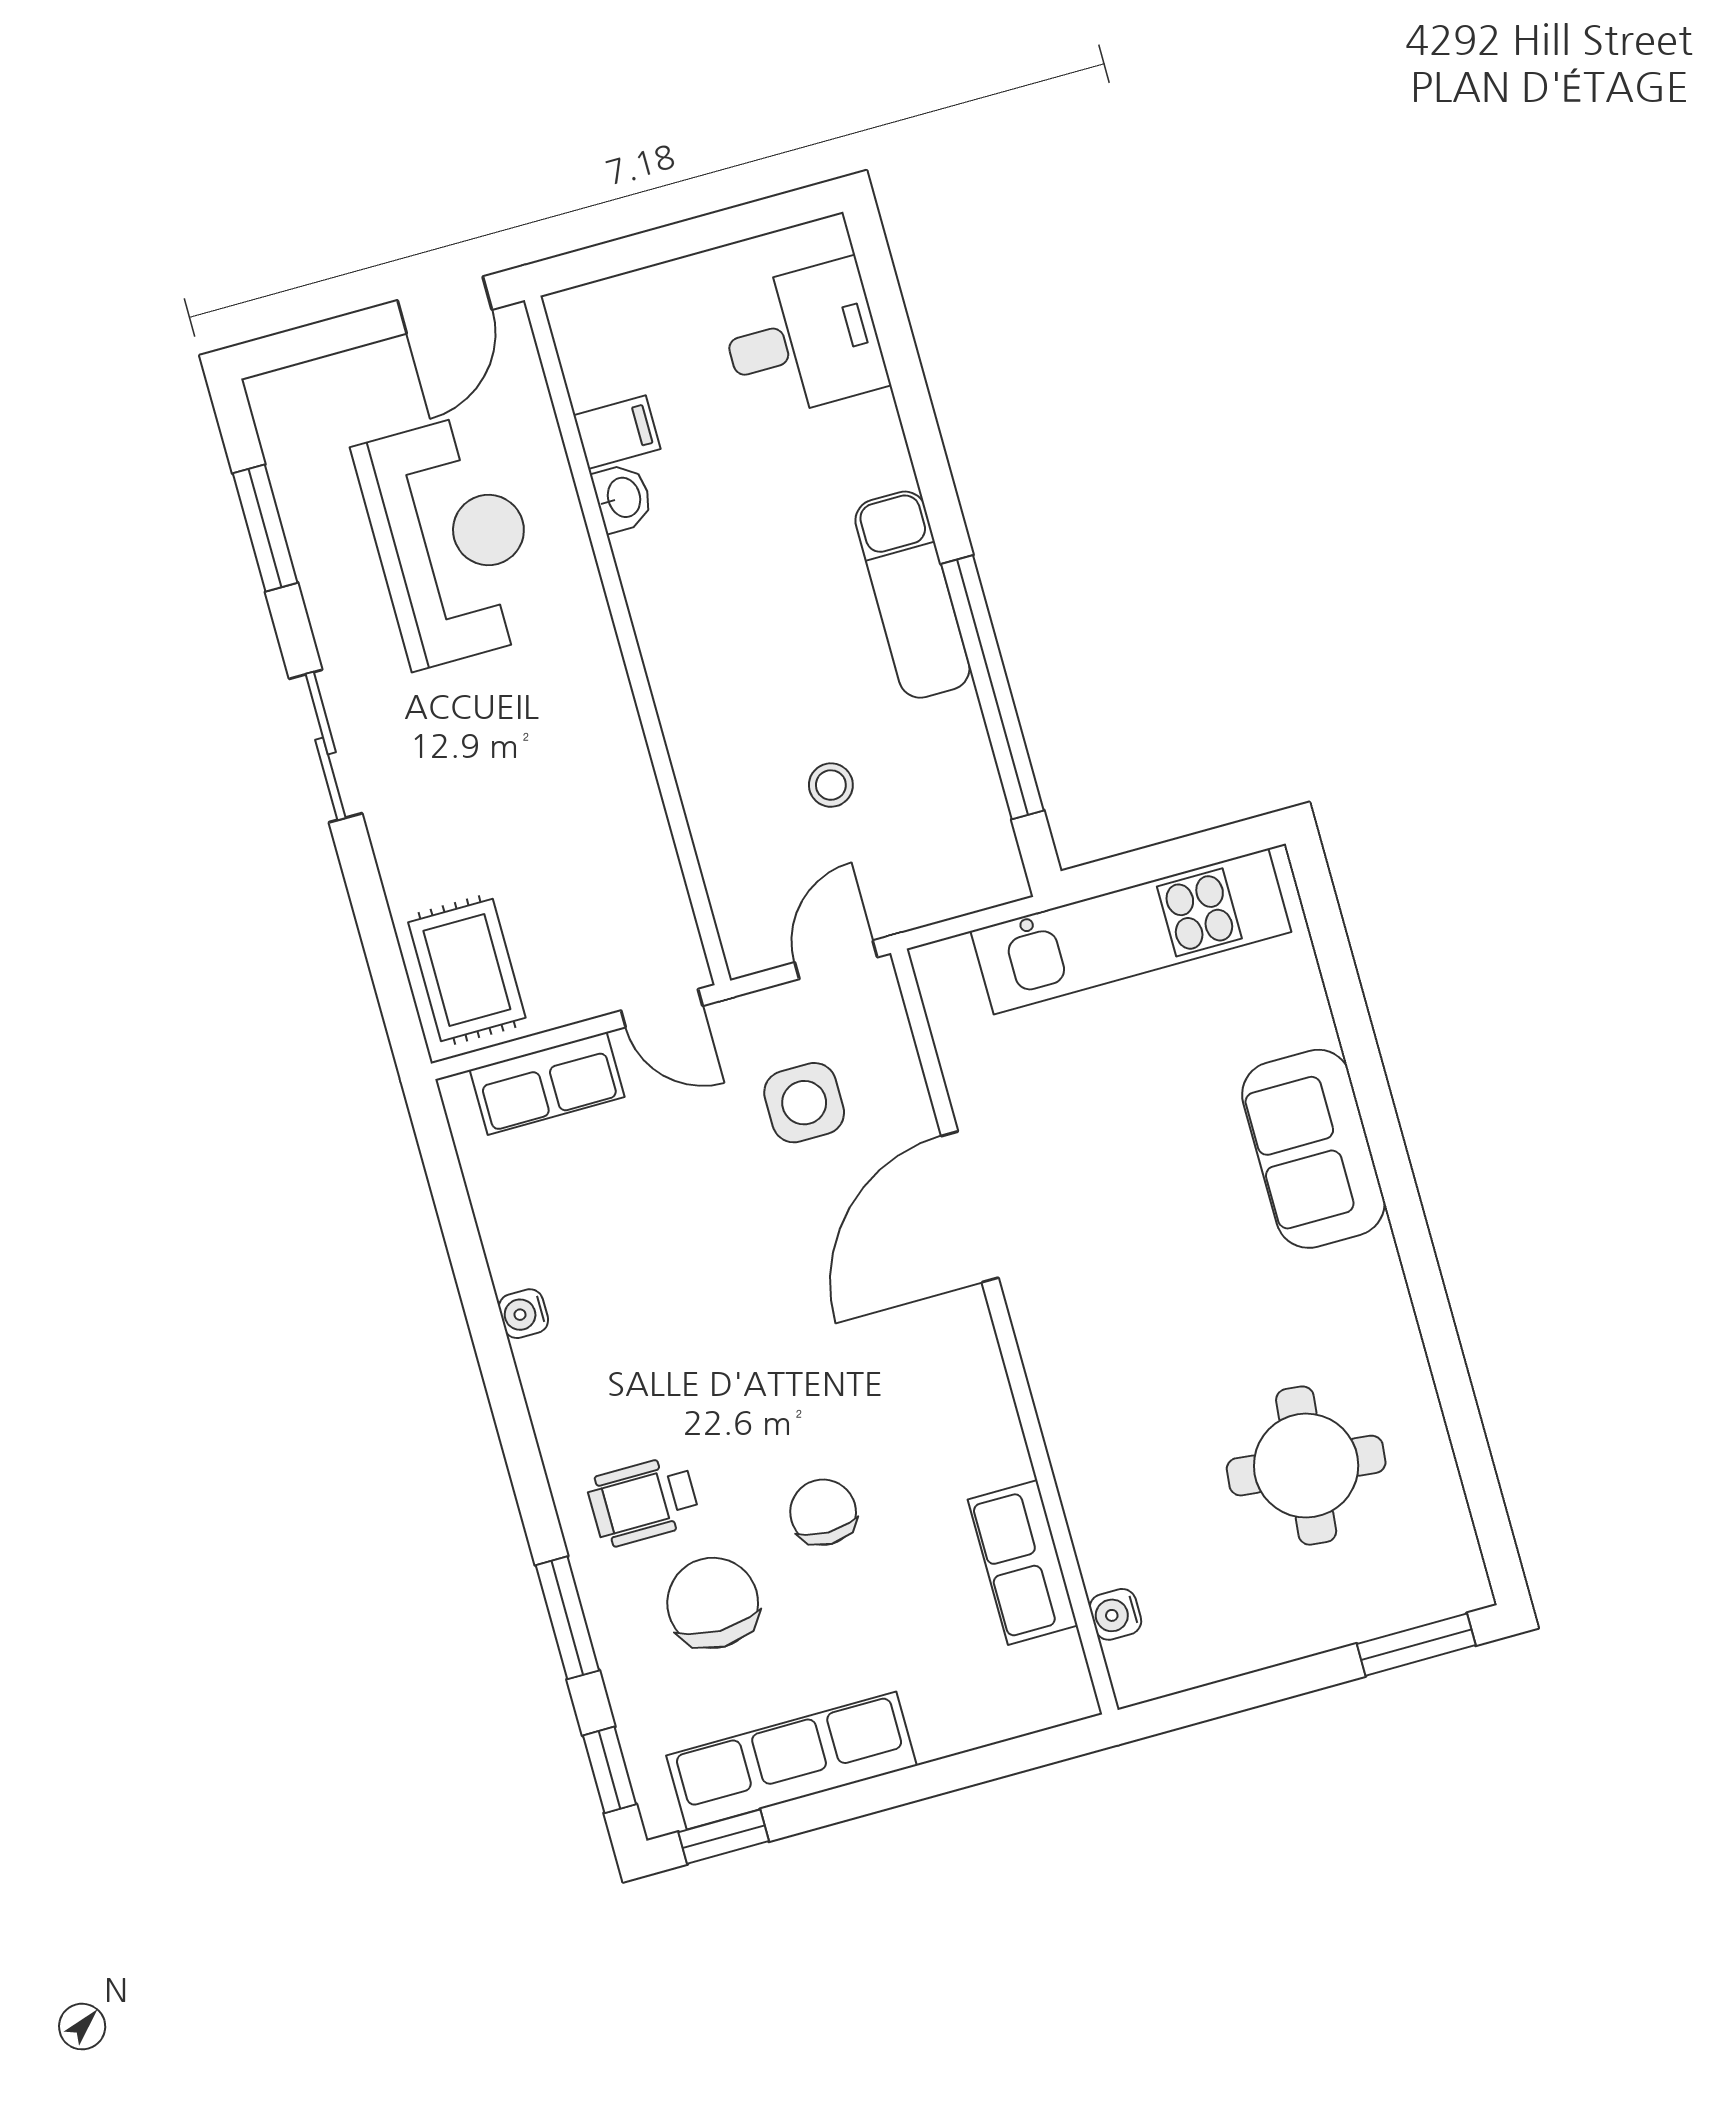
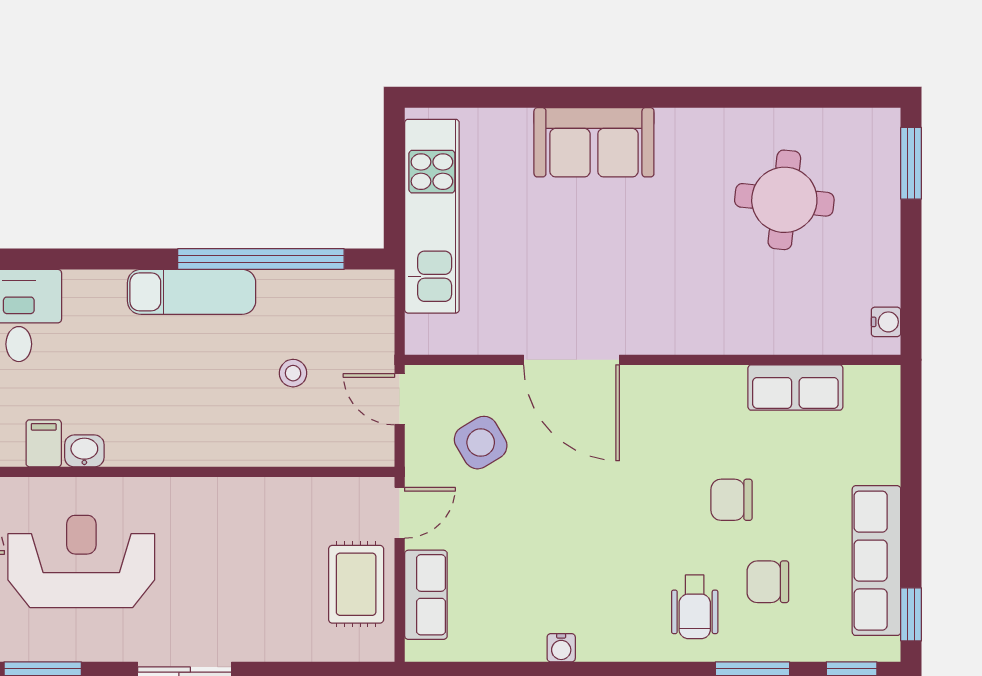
rug: (467, 970) -> (356, 584), moved, turned 90
side table: (804, 1103) -> (481, 443), turned -31
chair: (713, 1603) -> (768, 582), width x0.73, depth x0.73
water cooler: (1115, 1614) -> (886, 322), moved, turned -90

